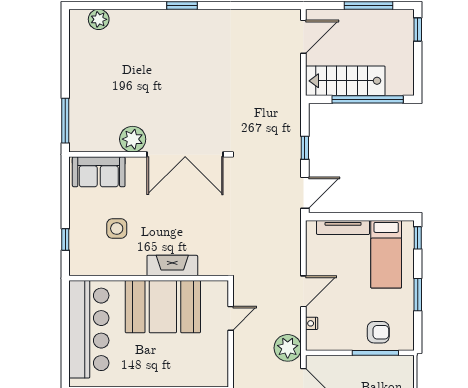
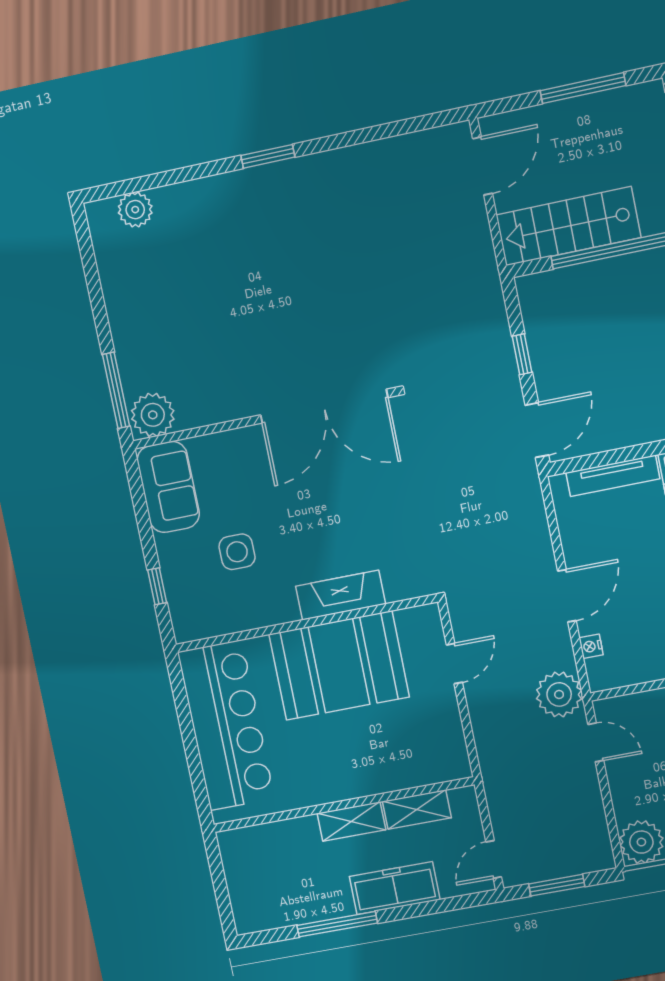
plant: (133, 139) -> (153, 415), moved
sofa: (99, 172) -> (168, 487), moved, turned -90

